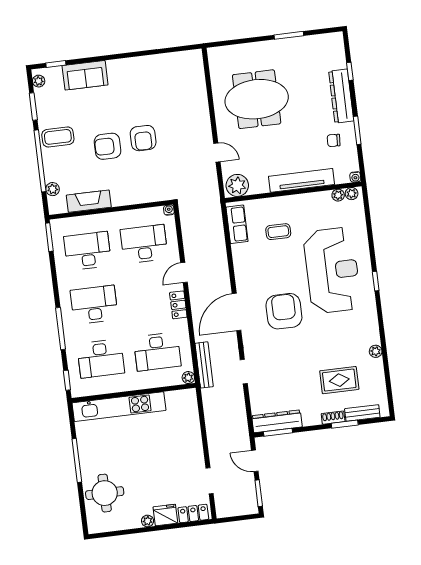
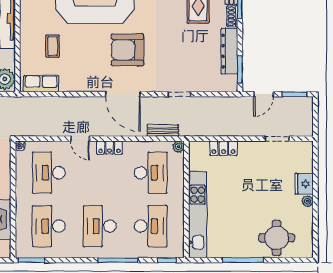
bench: (204, 365) -> (163, 130), width x0.73
dresser: (277, 421) -> (229, 51), moved
locker: (193, 514) -> (223, 148), moved, turned -90

